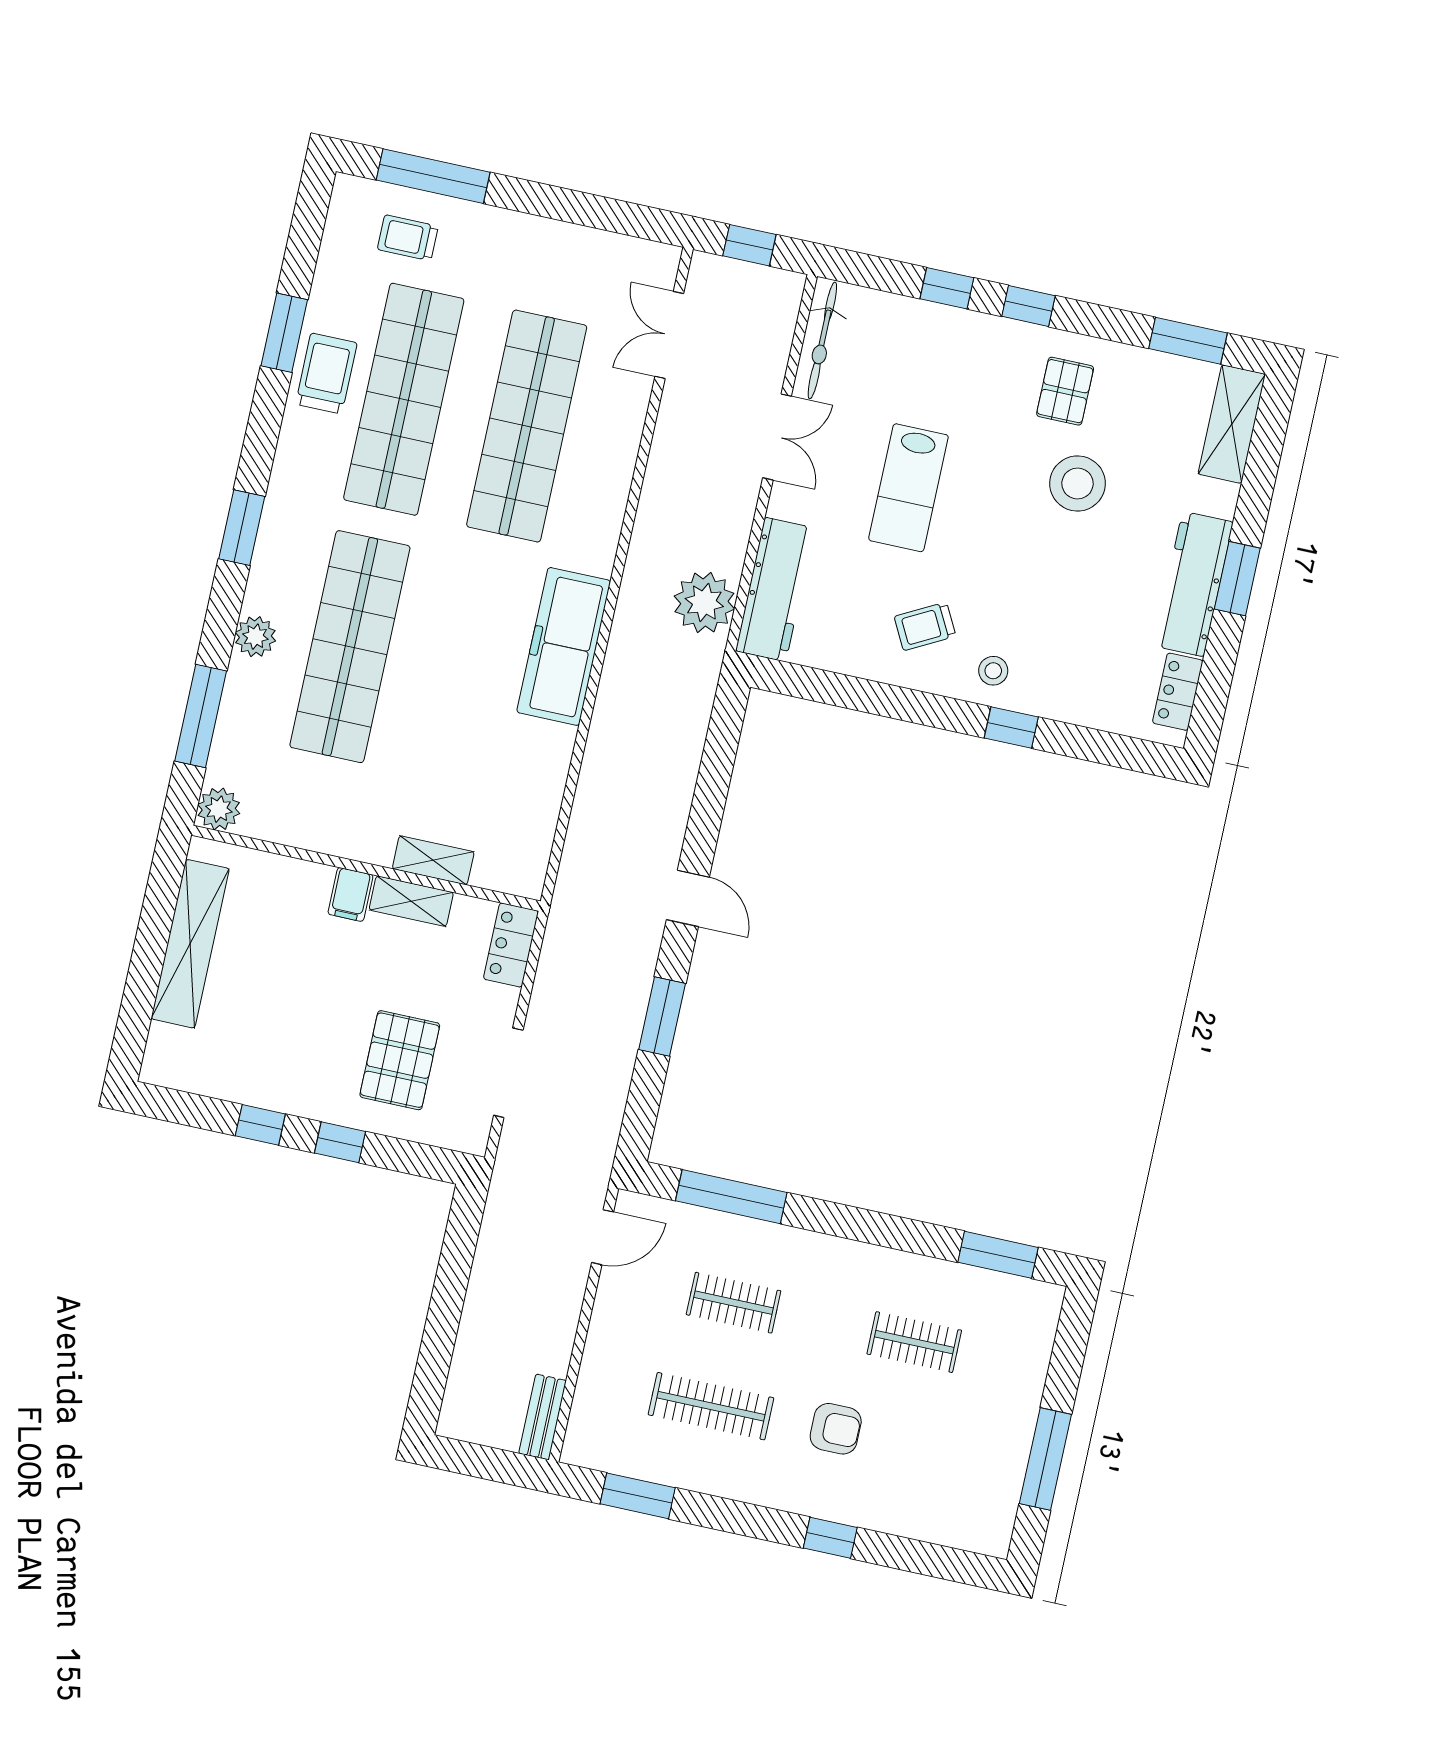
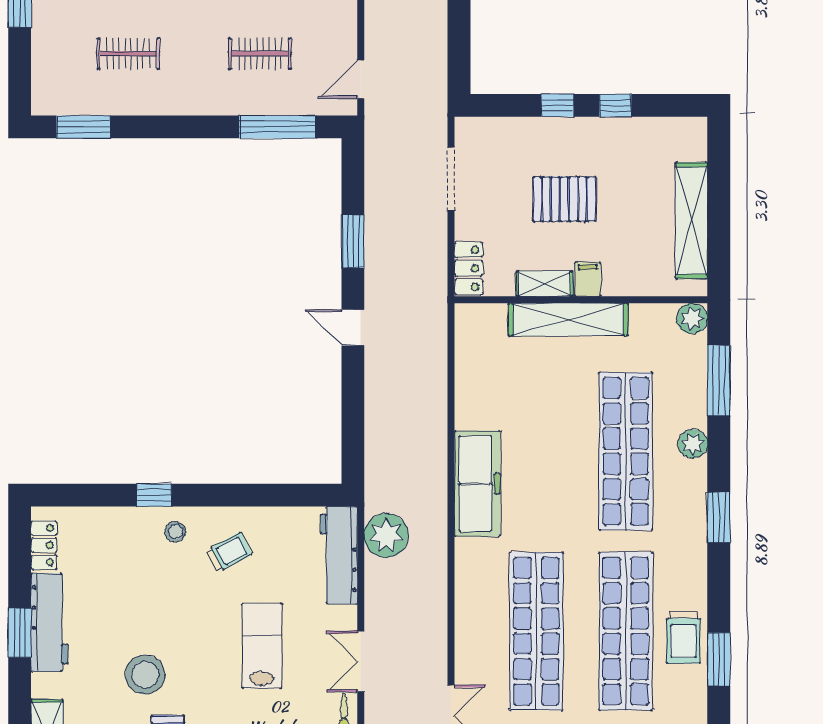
shelving: (433, 860) -> (568, 319), width x2.20, depth x1.33
pallet: (400, 1060) -> (564, 199), moved, turned 90

